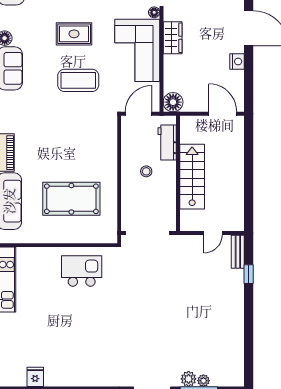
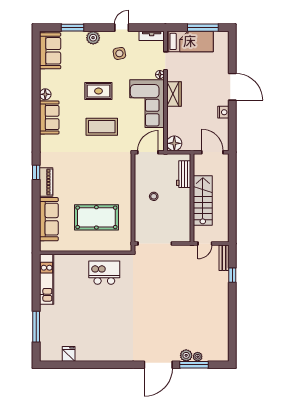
workbench: (167, 142) -> (184, 174), moved
wall: (178, 173) -> (192, 198), moved
stairs: (192, 177) -> (203, 200), moved

